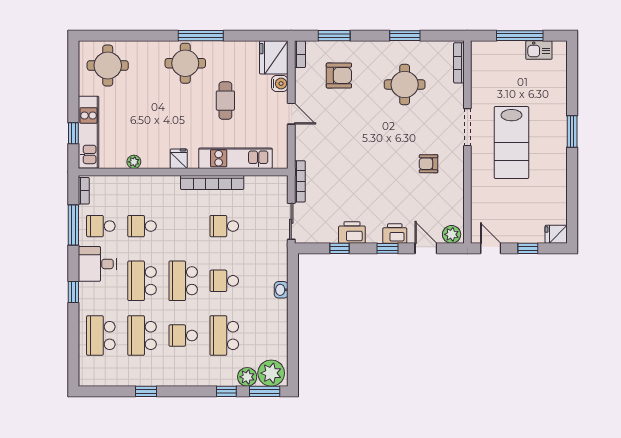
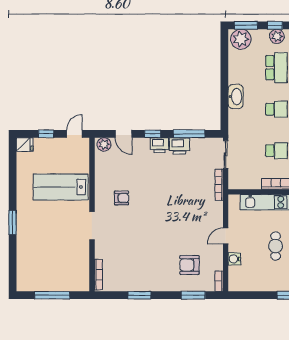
kitchen sink: (539, 50) -> (38, 284), removed
fridge: (274, 57) -> (239, 279), removed
round table: (405, 85) -> (140, 258), removed
door: (291, 114) -> (226, 236), hinge flipped
lab bench: (511, 143) -> (61, 187), moved, turned -90
printer: (395, 234) -> (159, 145), moved
window: (339, 248) -> (189, 134), width x2.17
door: (491, 248) -> (74, 134), swing flipped
washbasin: (281, 290) -> (236, 97), width x1.91, depth x1.45
plant: (247, 377) -> (277, 36), moved

